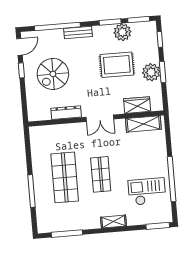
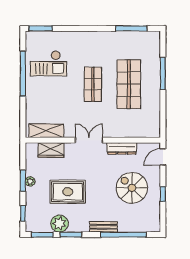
door: (19, 47) -> (163, 157), moved
plant: (151, 72) -> (30, 181), width x0.53, depth x0.53
spiral stairs: (53, 74) -> (132, 188), turned -90
shelving: (114, 222) -> (84, 36), removed

